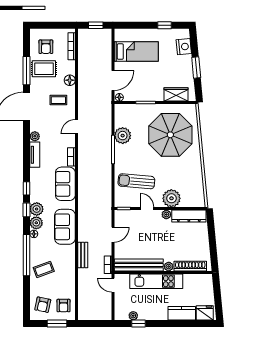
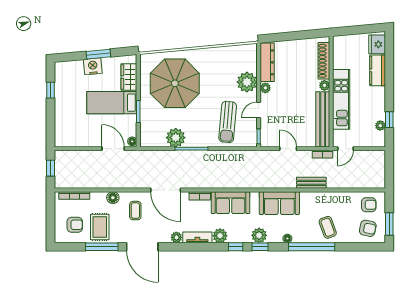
nightstand: (184, 47) -> (93, 66), moved
bed: (136, 52) -> (112, 103), moved, turned -90
door: (76, 127) -> (166, 190), width x1.87
plant: (36, 223) -> (220, 236), moved
window: (57, 324) -> (389, 224), moved

